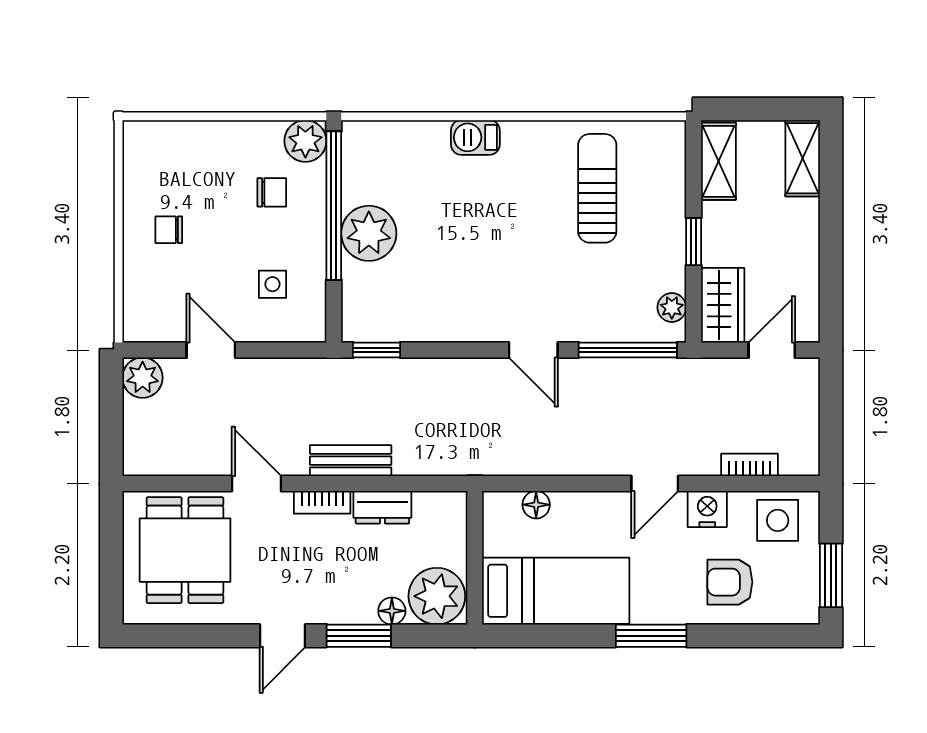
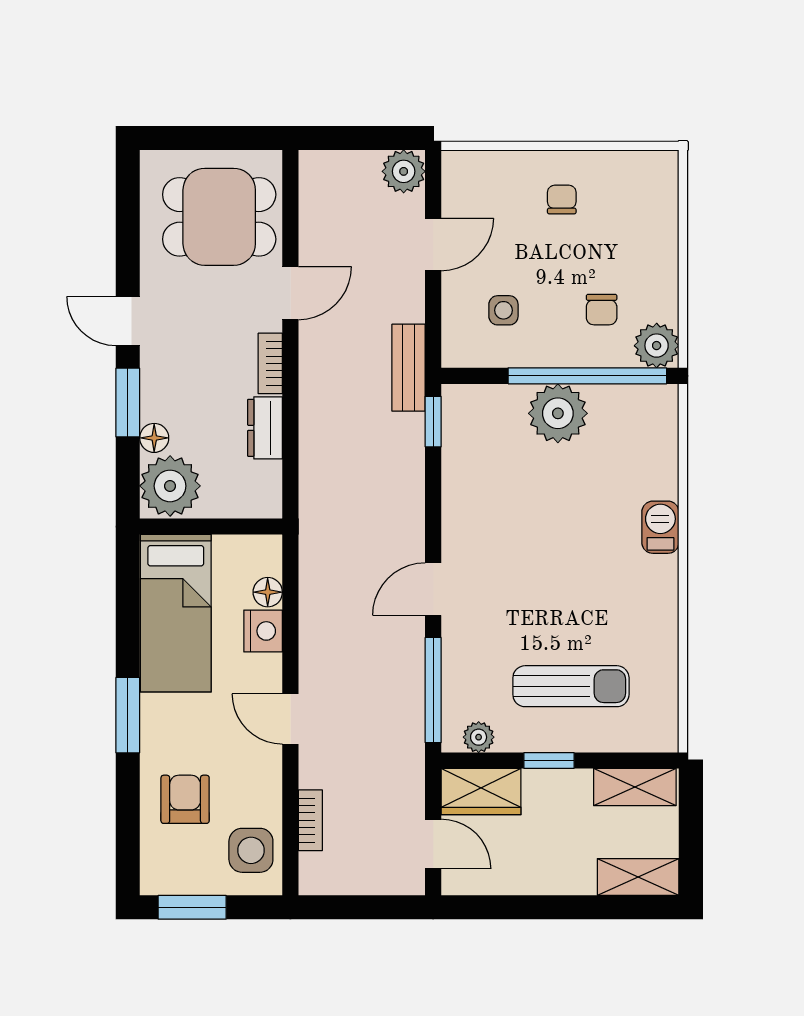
sun lounger: (597, 188) -> (571, 686), moved
bench: (351, 461) -> (409, 368), moved
nightstand: (707, 509) -> (263, 631), moved

